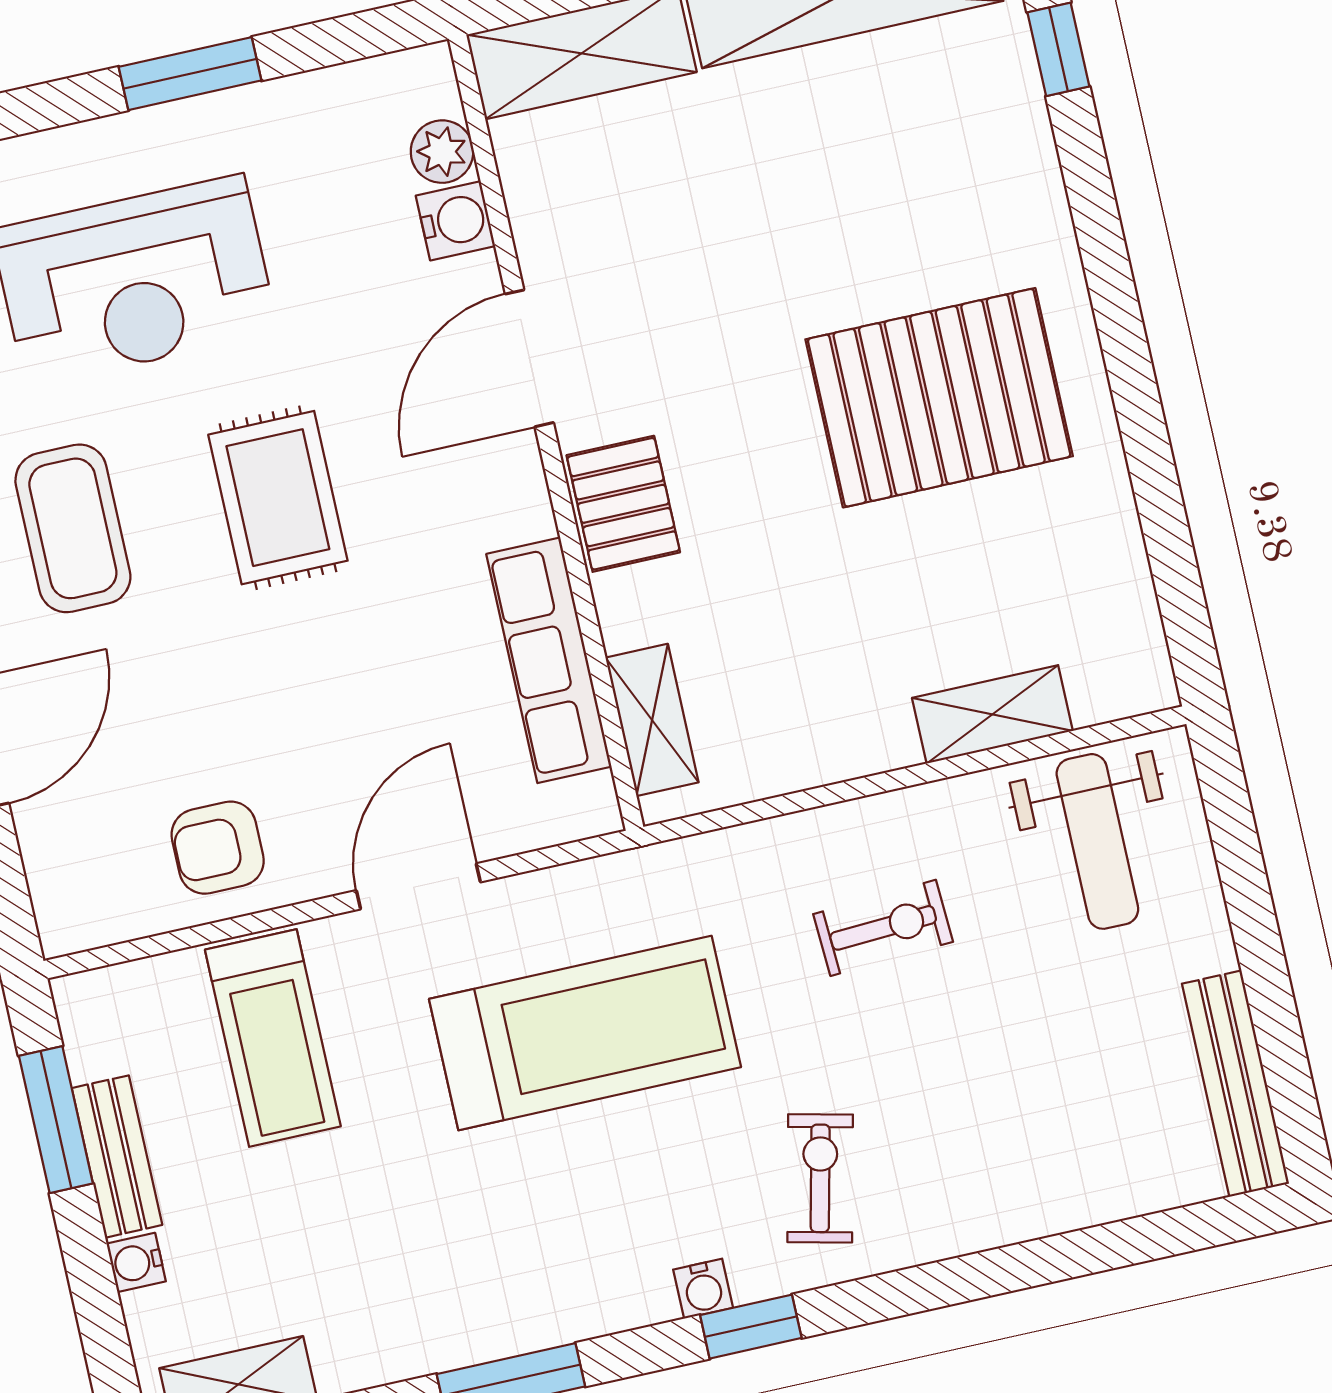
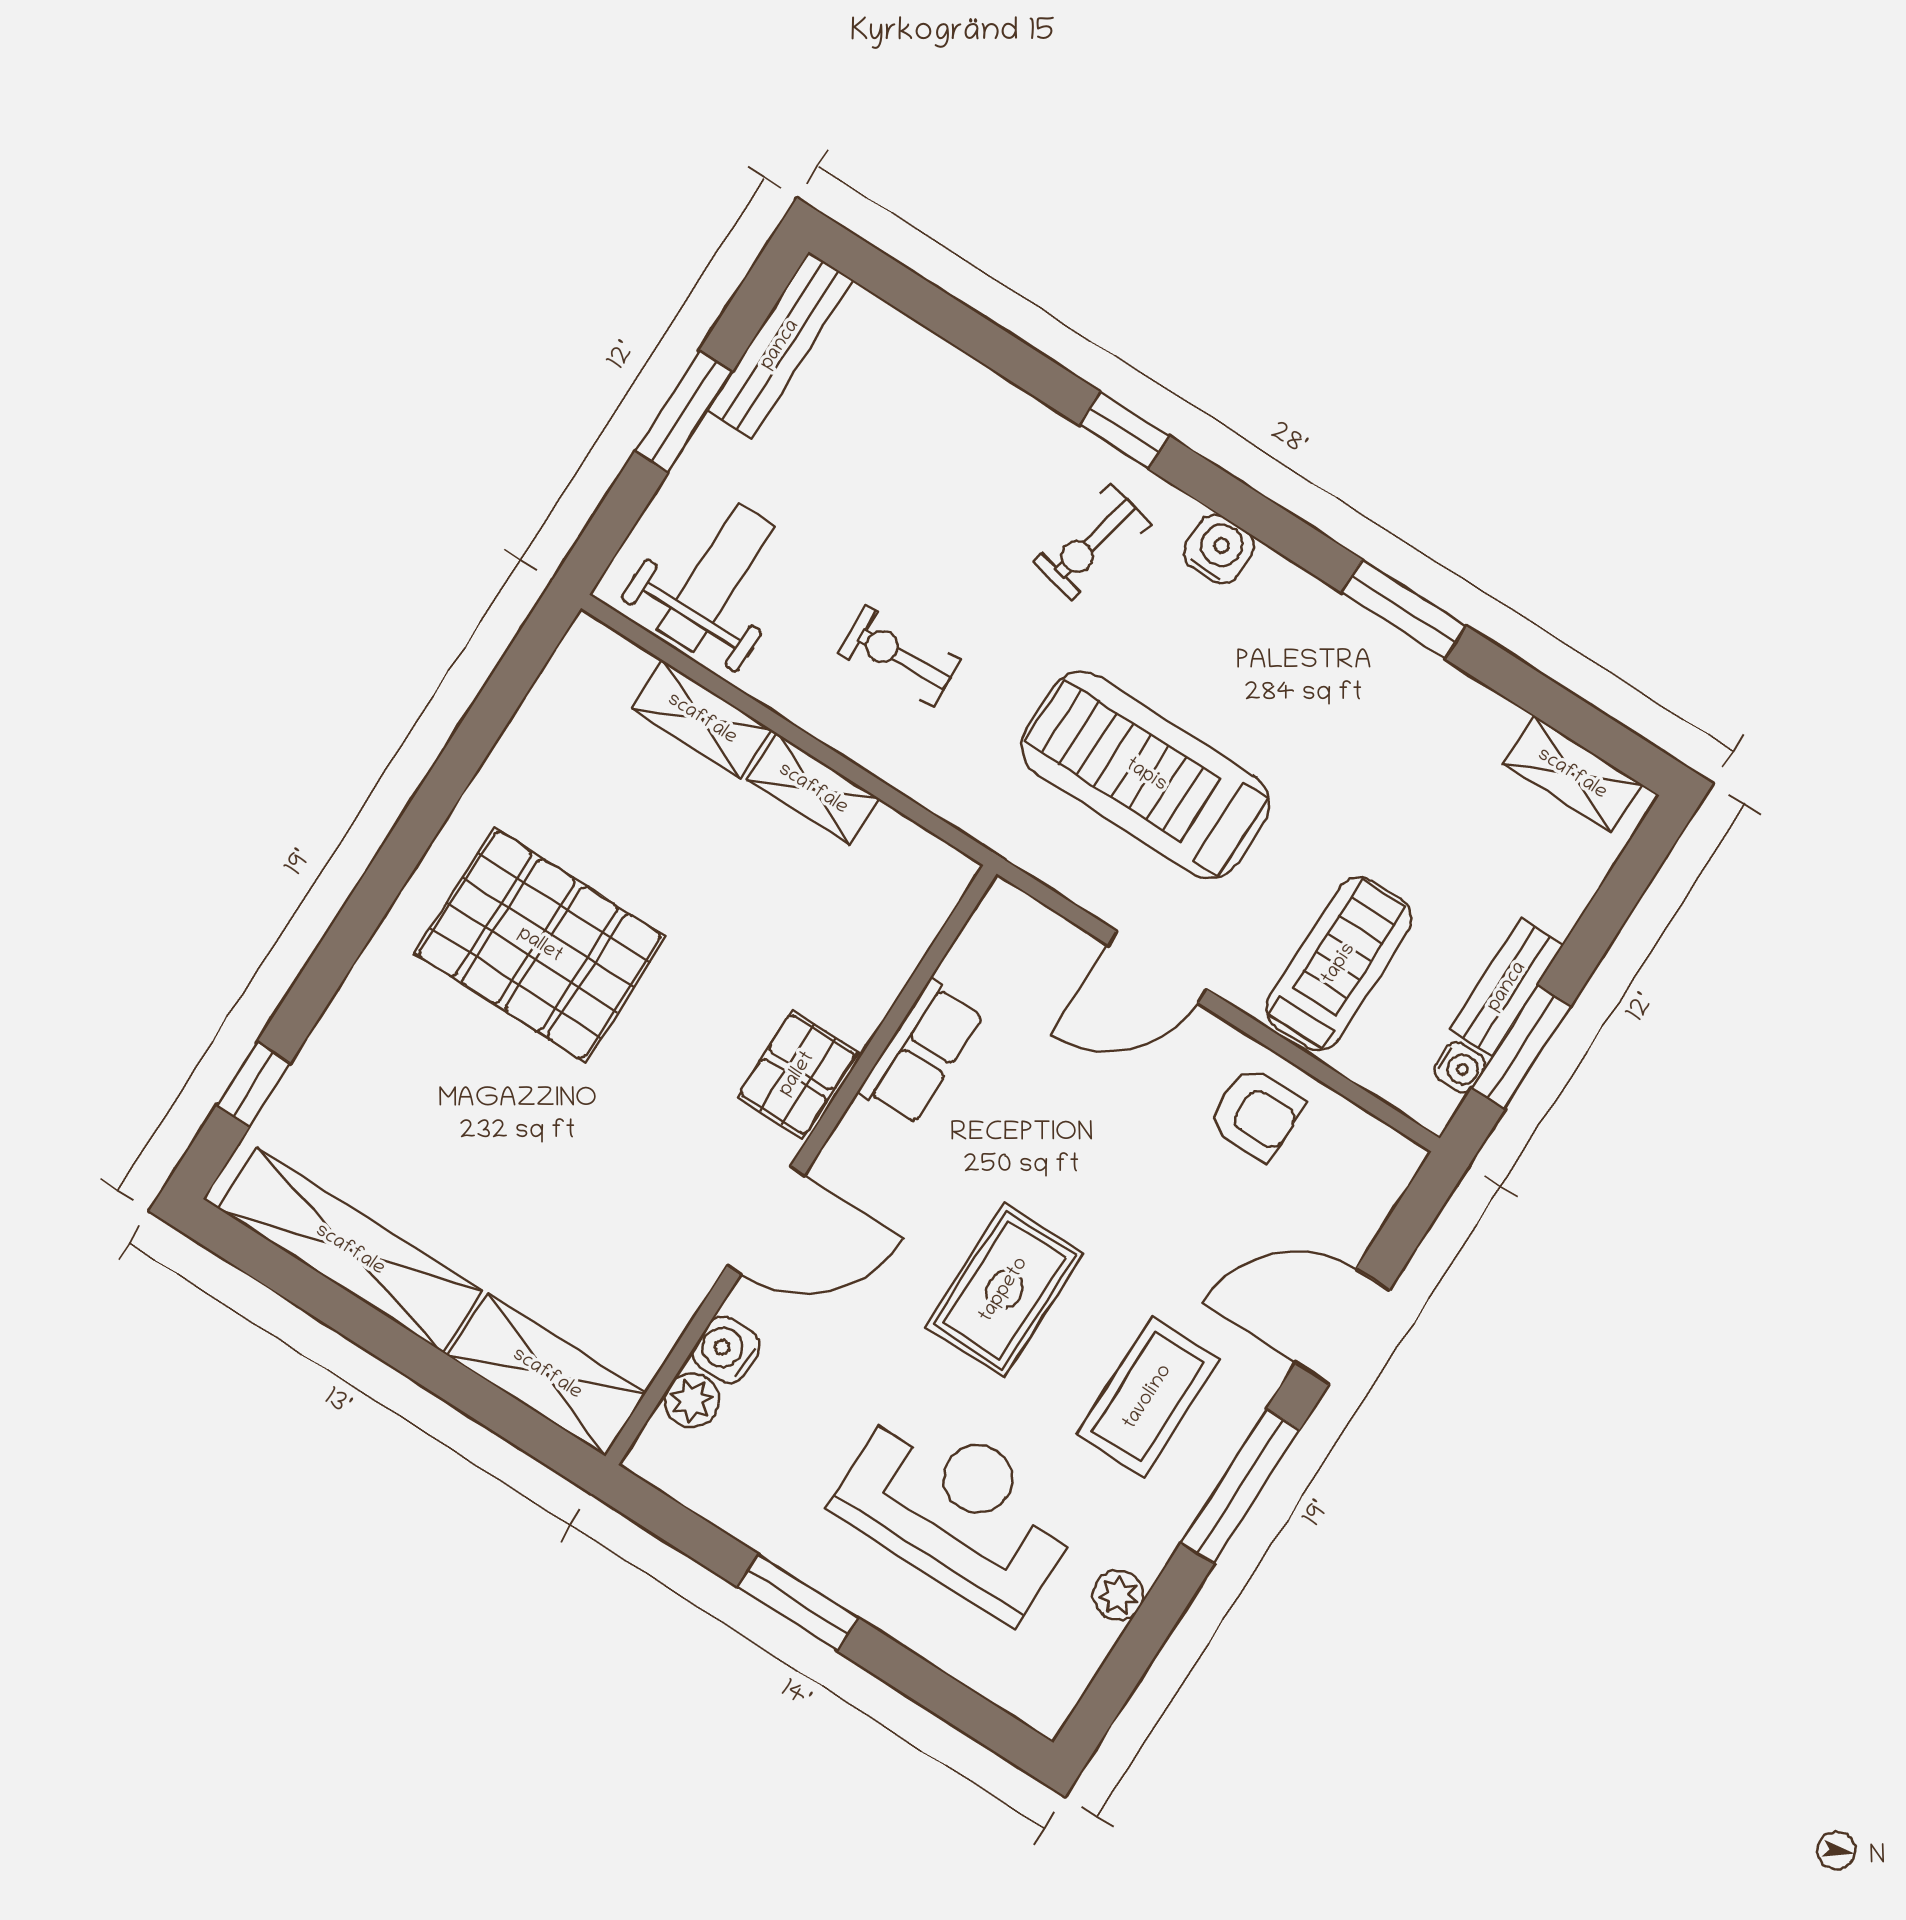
row of seats: (549, 660) -> (921, 1052), width x0.68
shelving: (652, 720) -> (813, 789), moved, turned 90
window: (1260, 951) -> (684, 411), added
water cooler: (136, 1262) -> (1460, 1068), moved
water cooler: (703, 1289) -> (1219, 549), width x1.38, depth x1.38
window: (751, 1327) -> (1125, 431), moved

